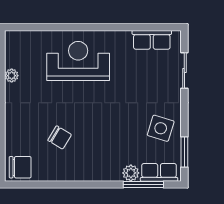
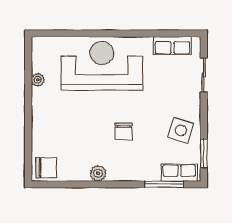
reception desk: (78, 61) -> (102, 66), width x1.36, depth x1.30
chair: (60, 137) -> (124, 132), moved, turned 59
plant: (131, 173) -> (98, 173), moved

